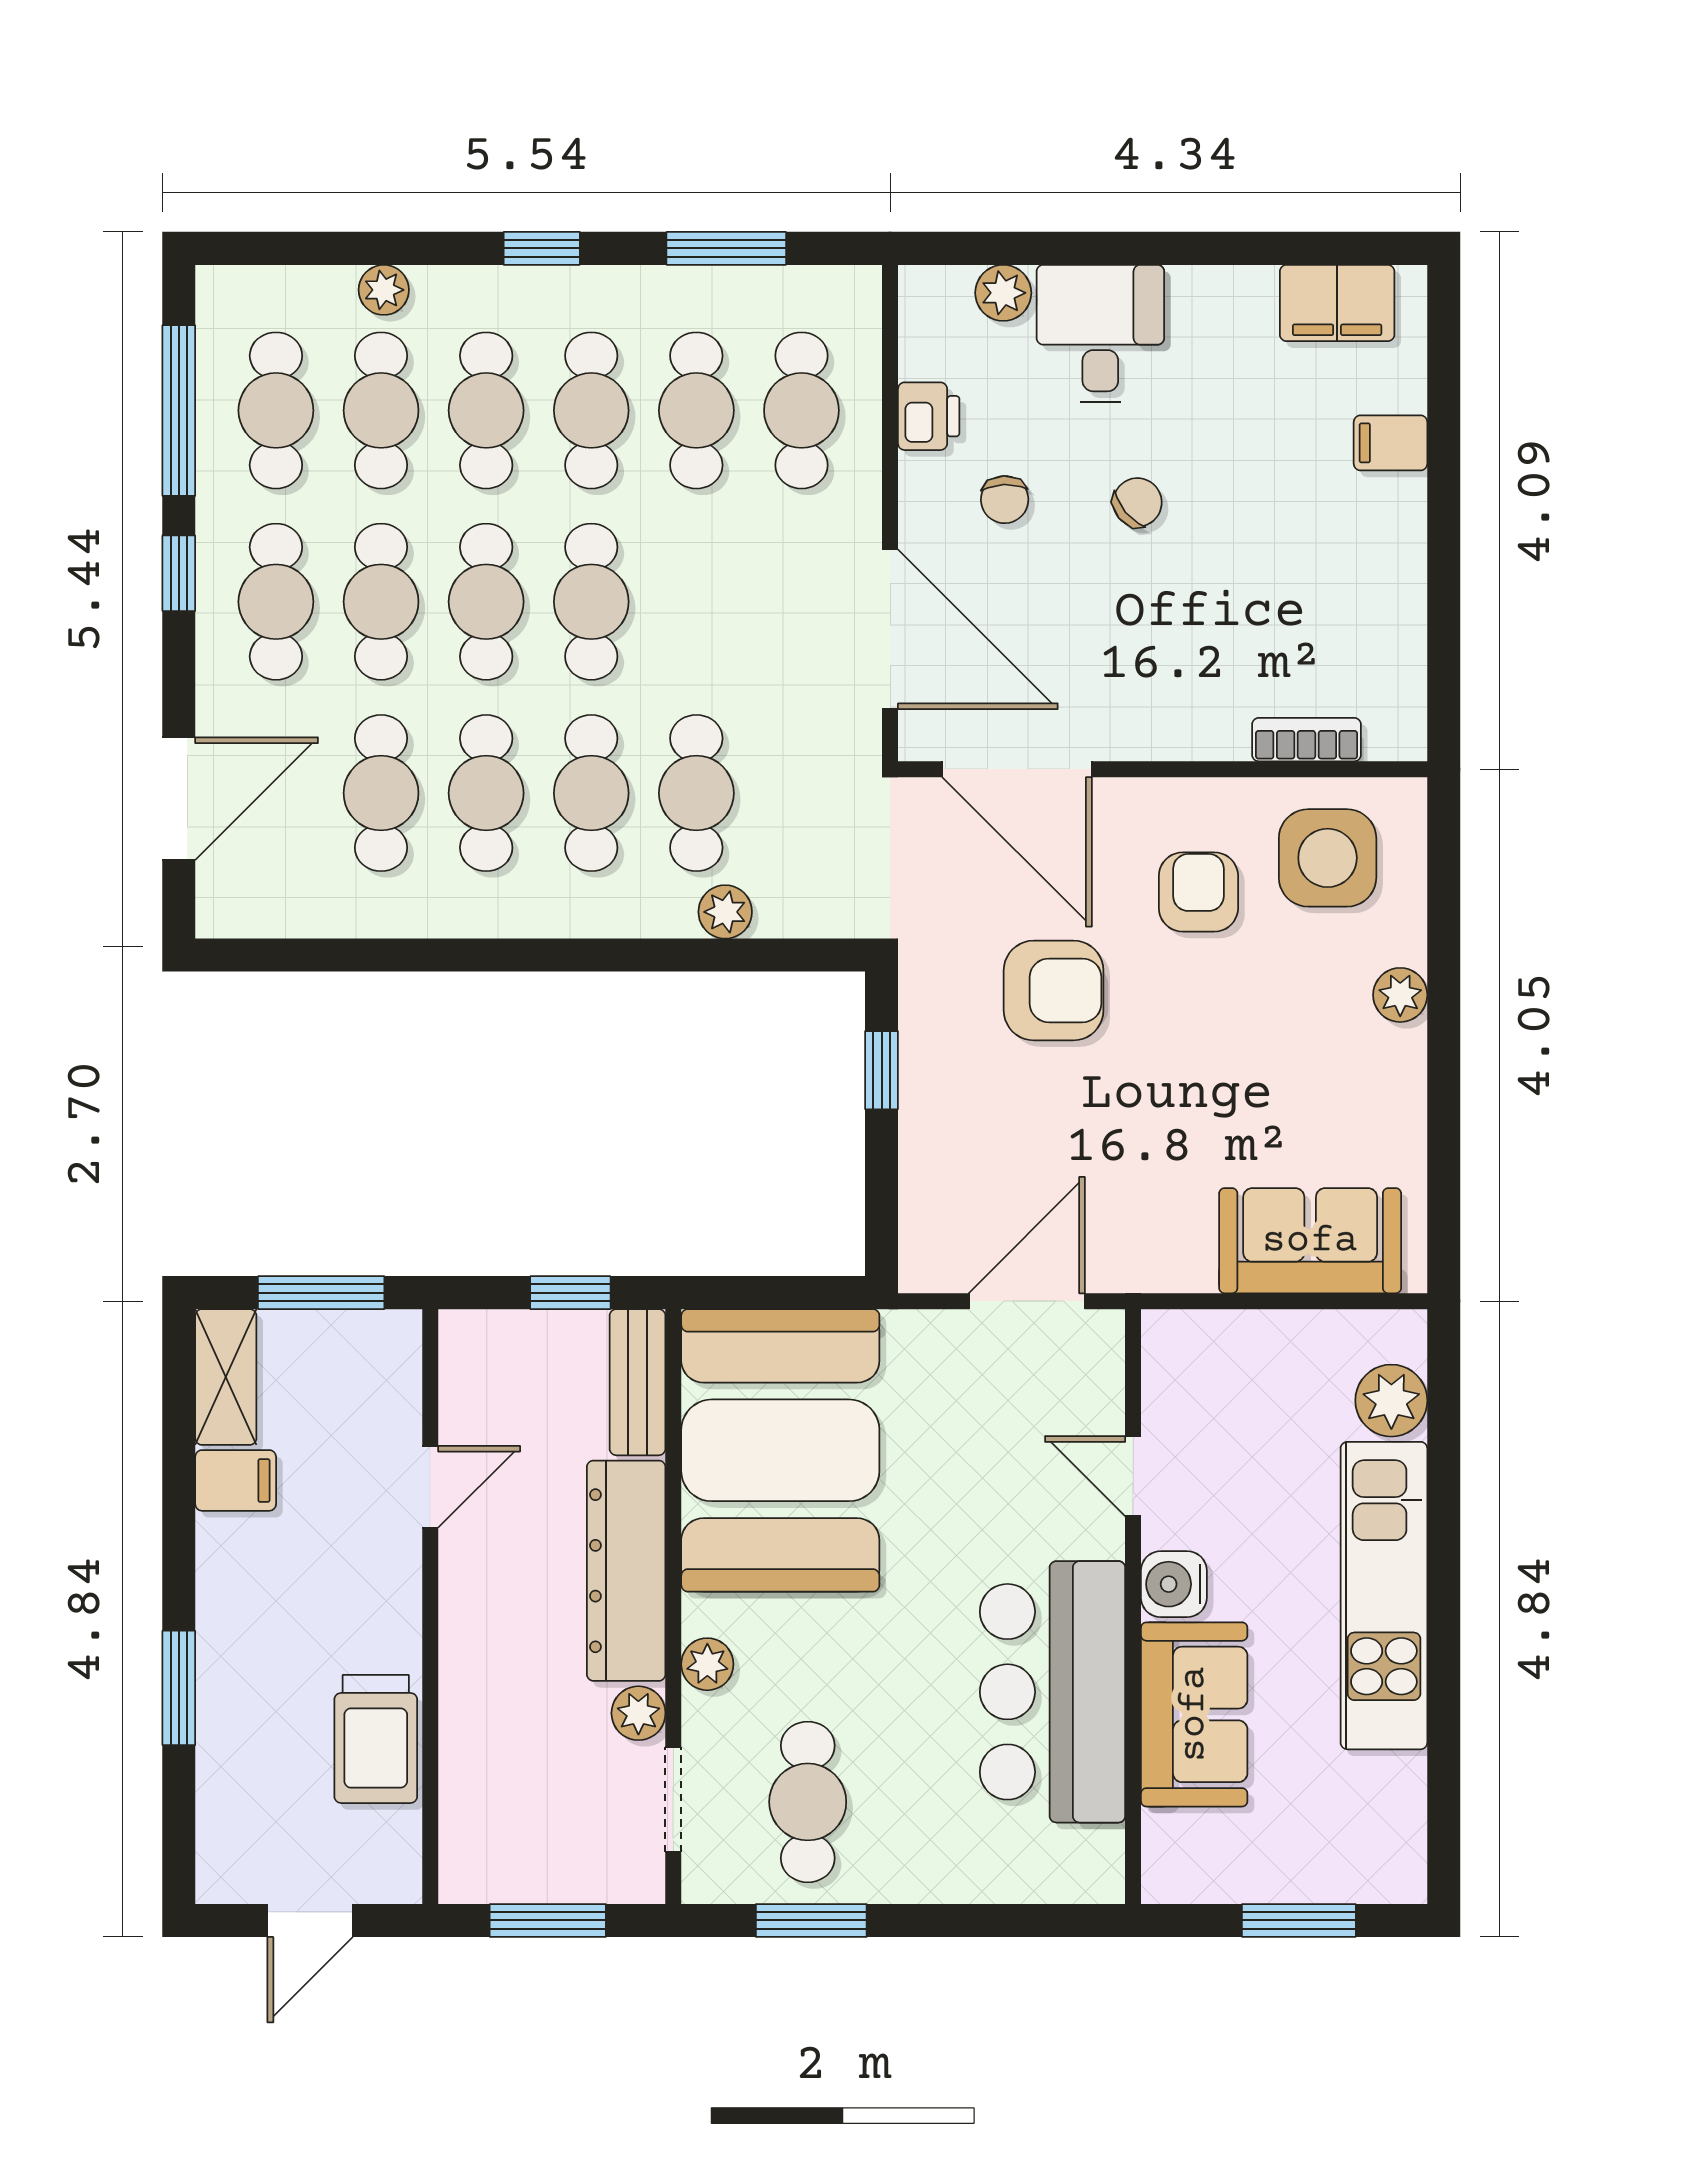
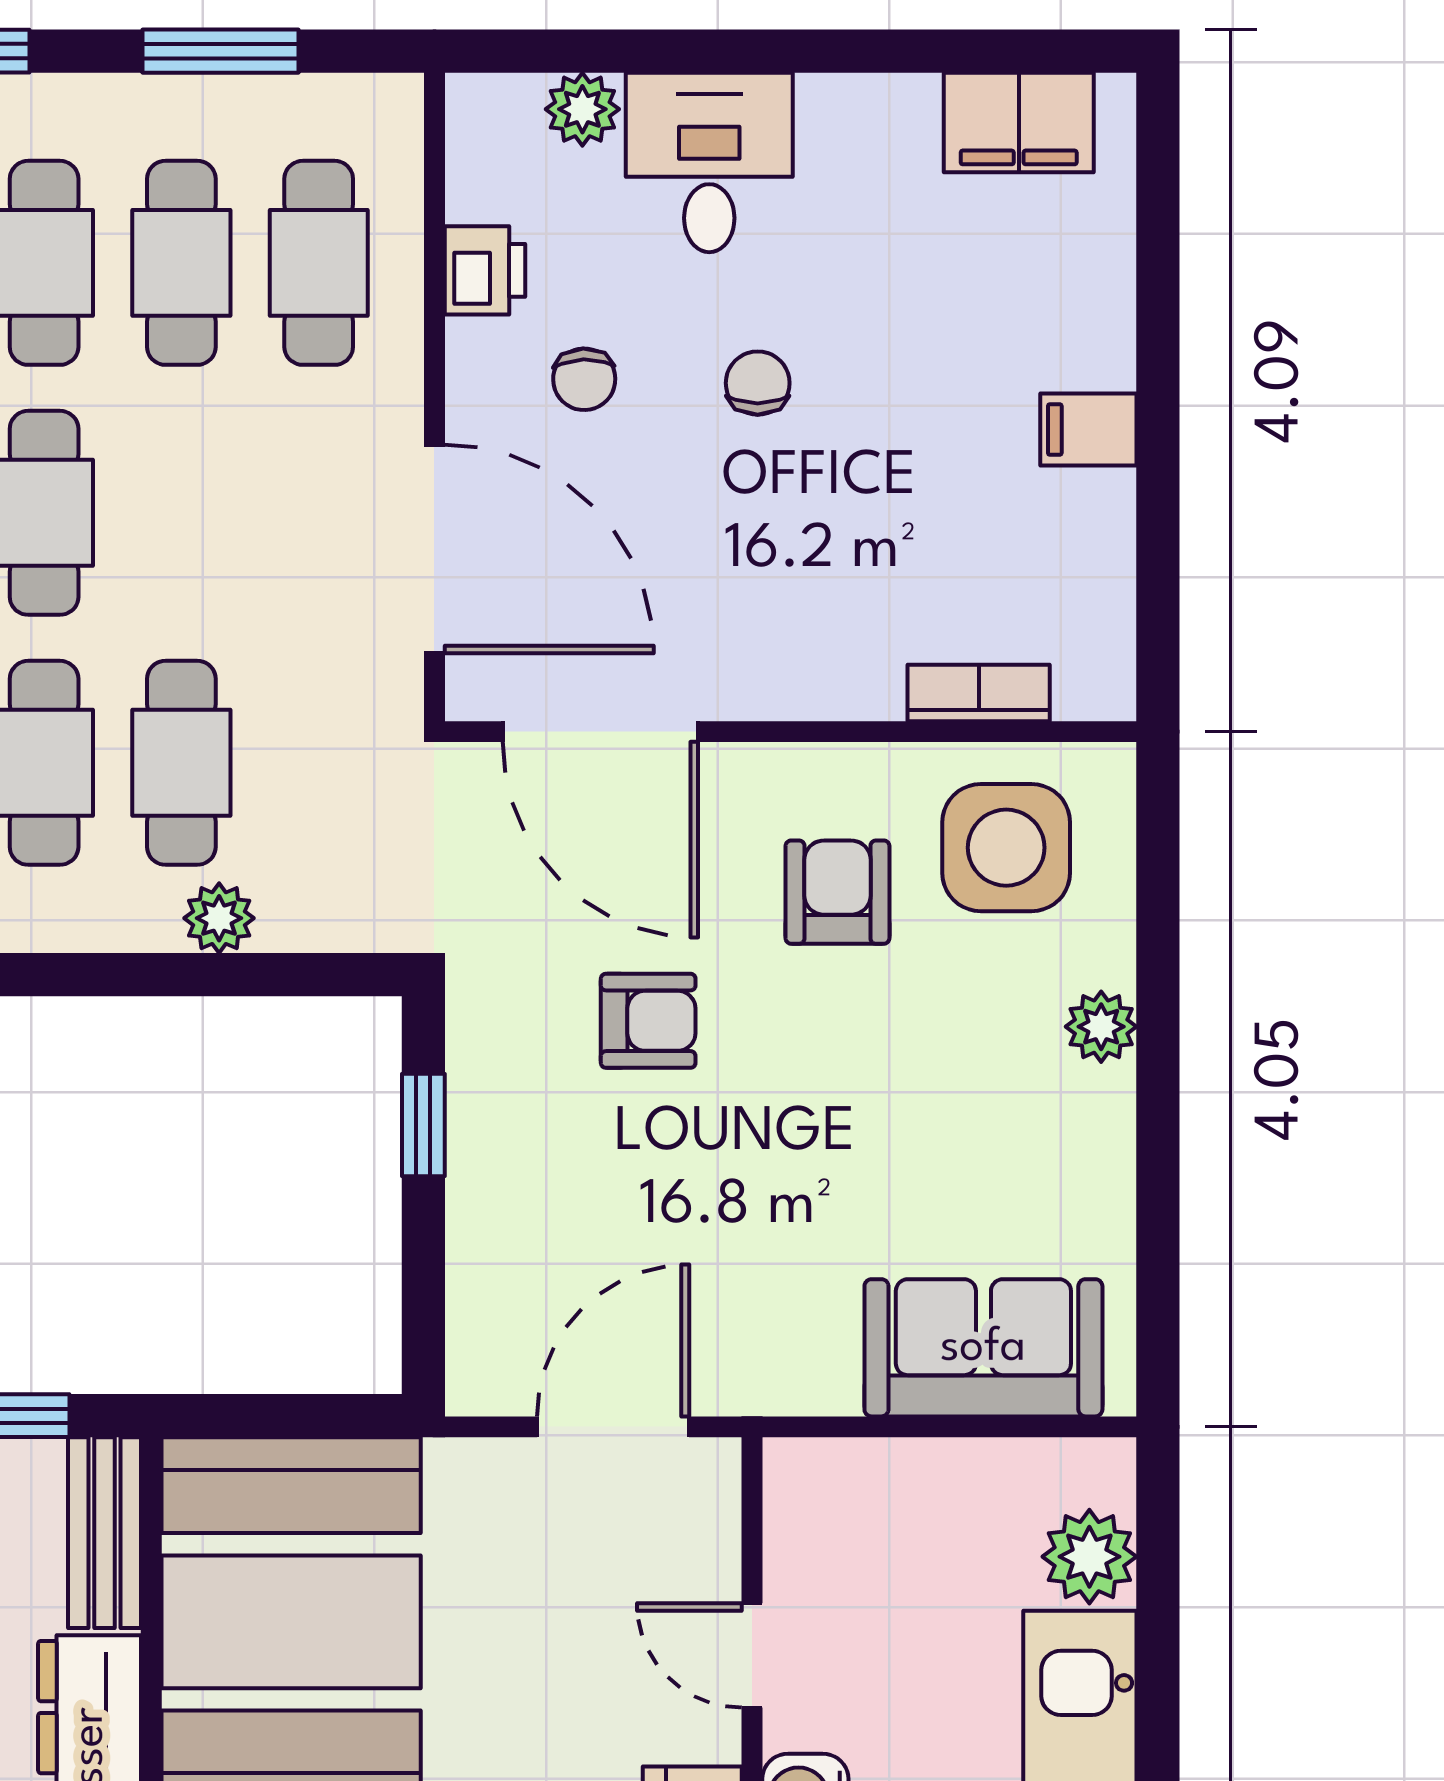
filing cabinet: (1391, 443) -> (1088, 430), moved
chair: (1137, 502) -> (758, 383), turned -50
armchair: (1054, 990) -> (648, 1021), width x0.72, depth x0.72

